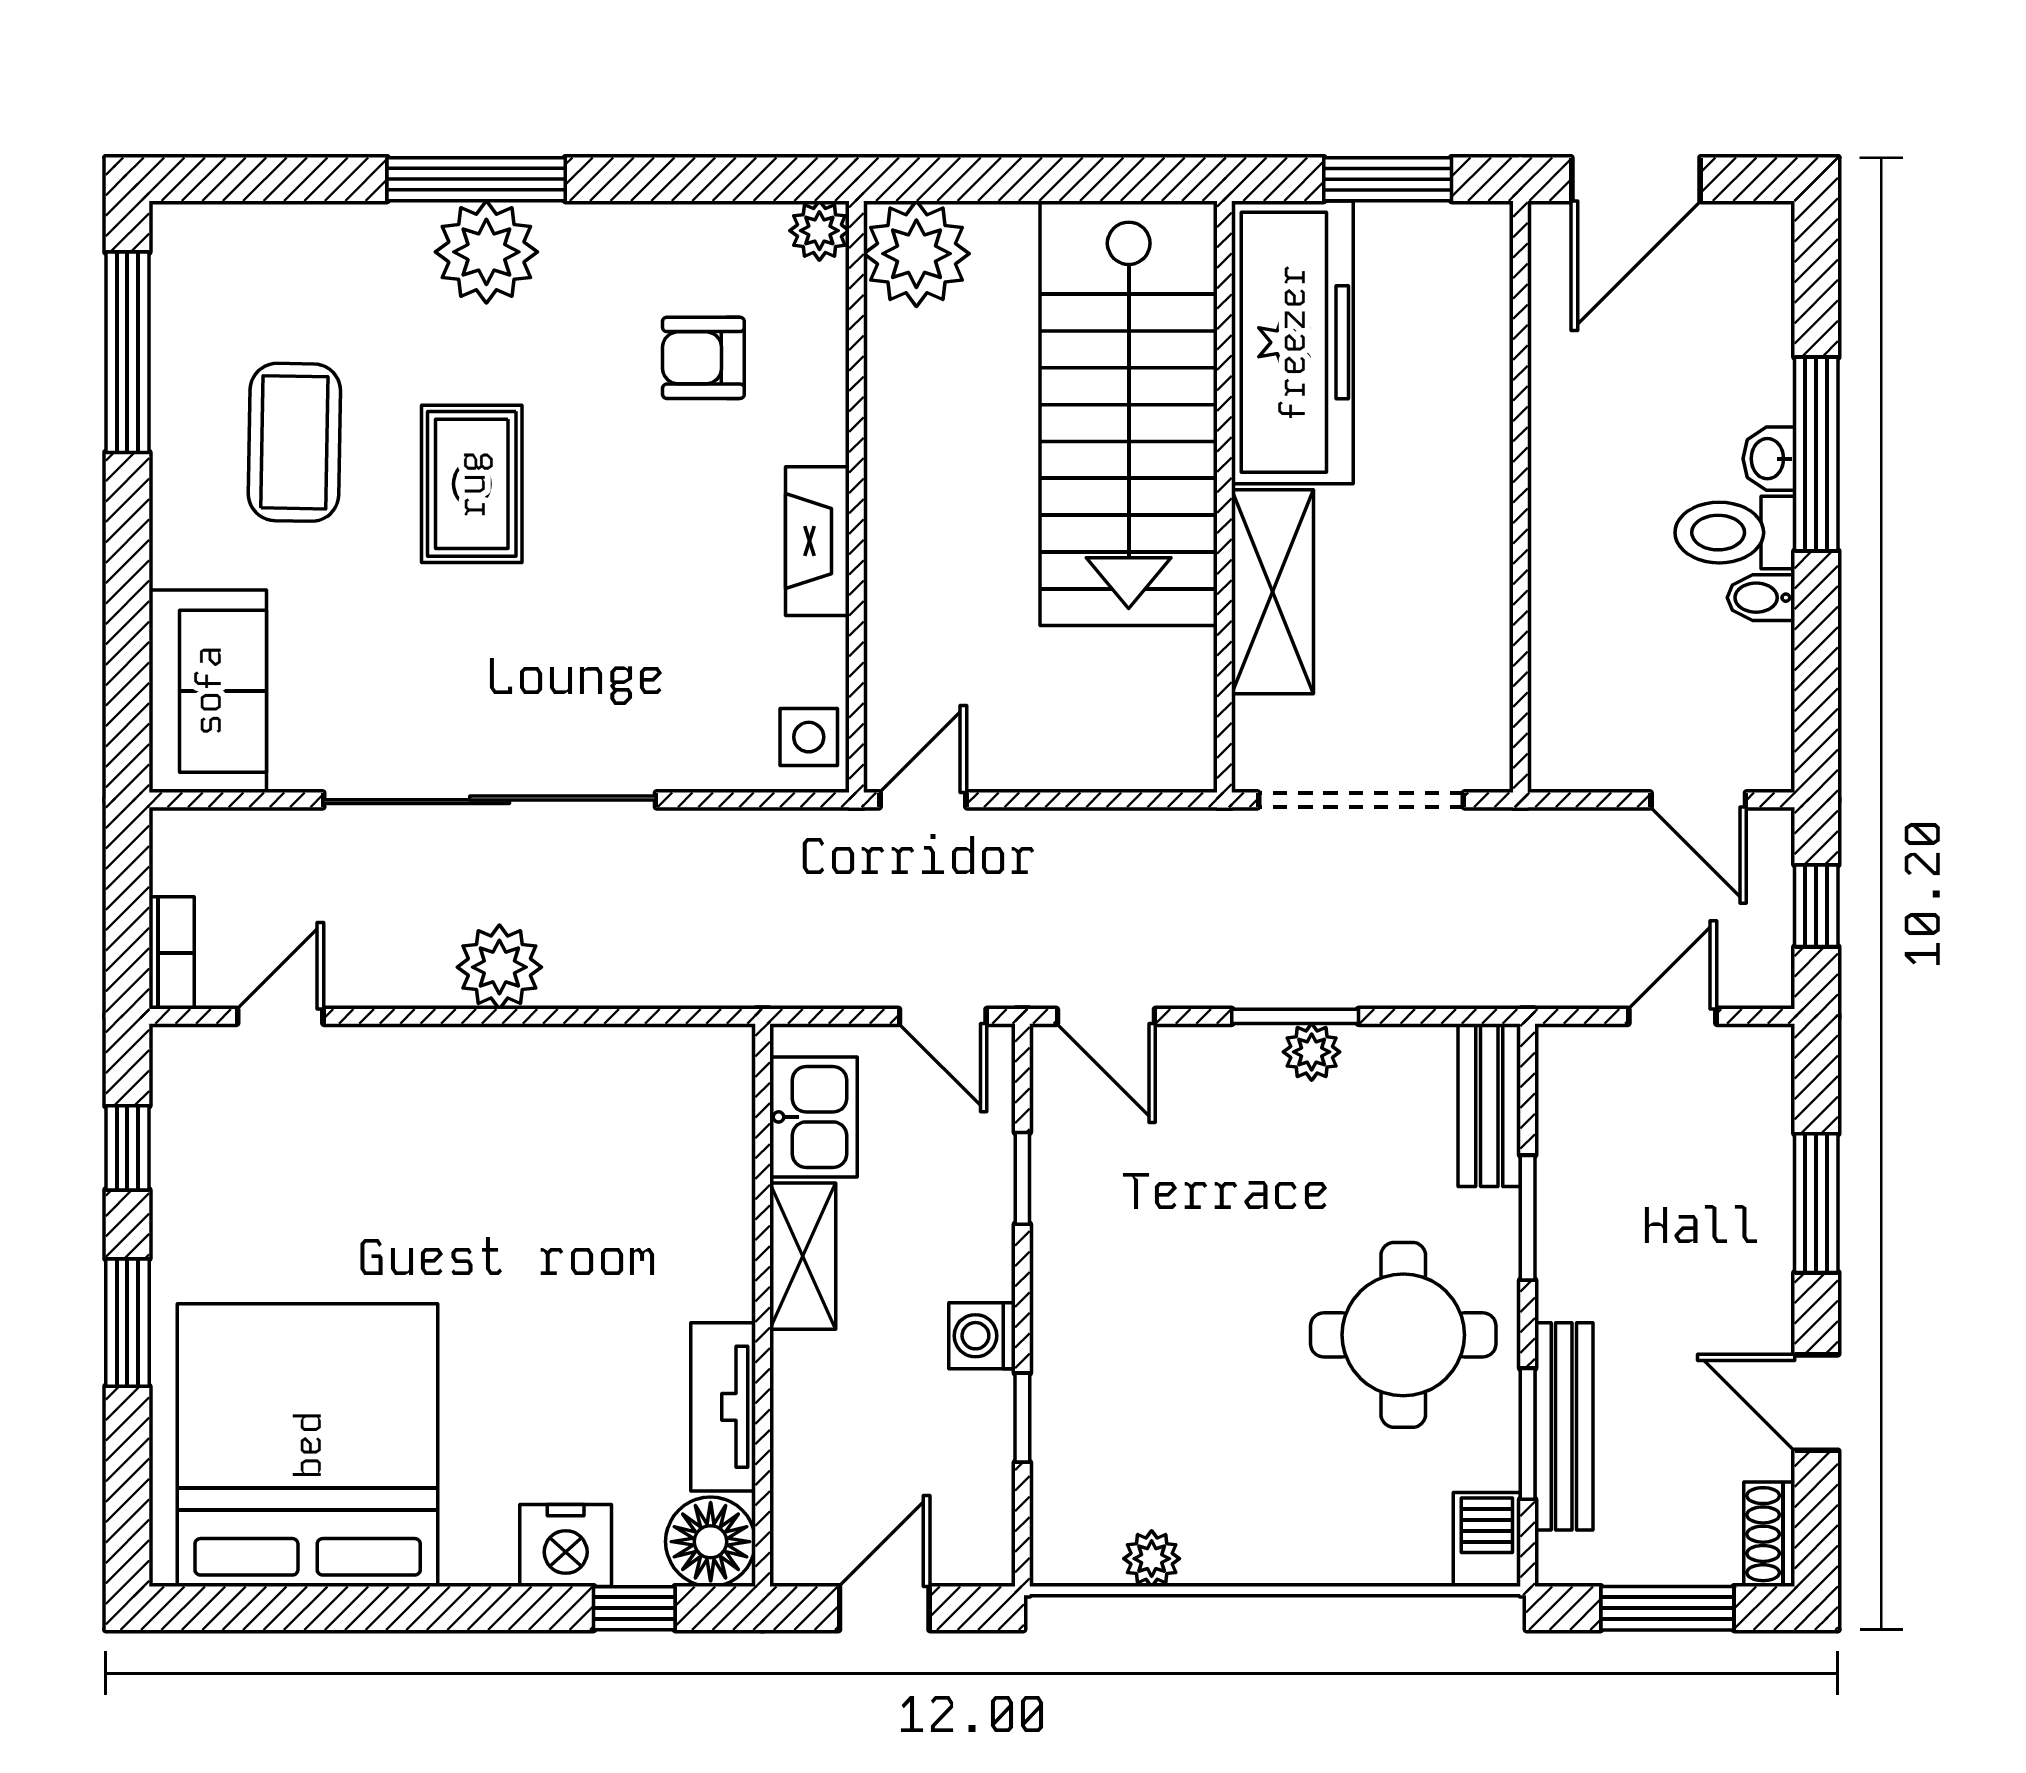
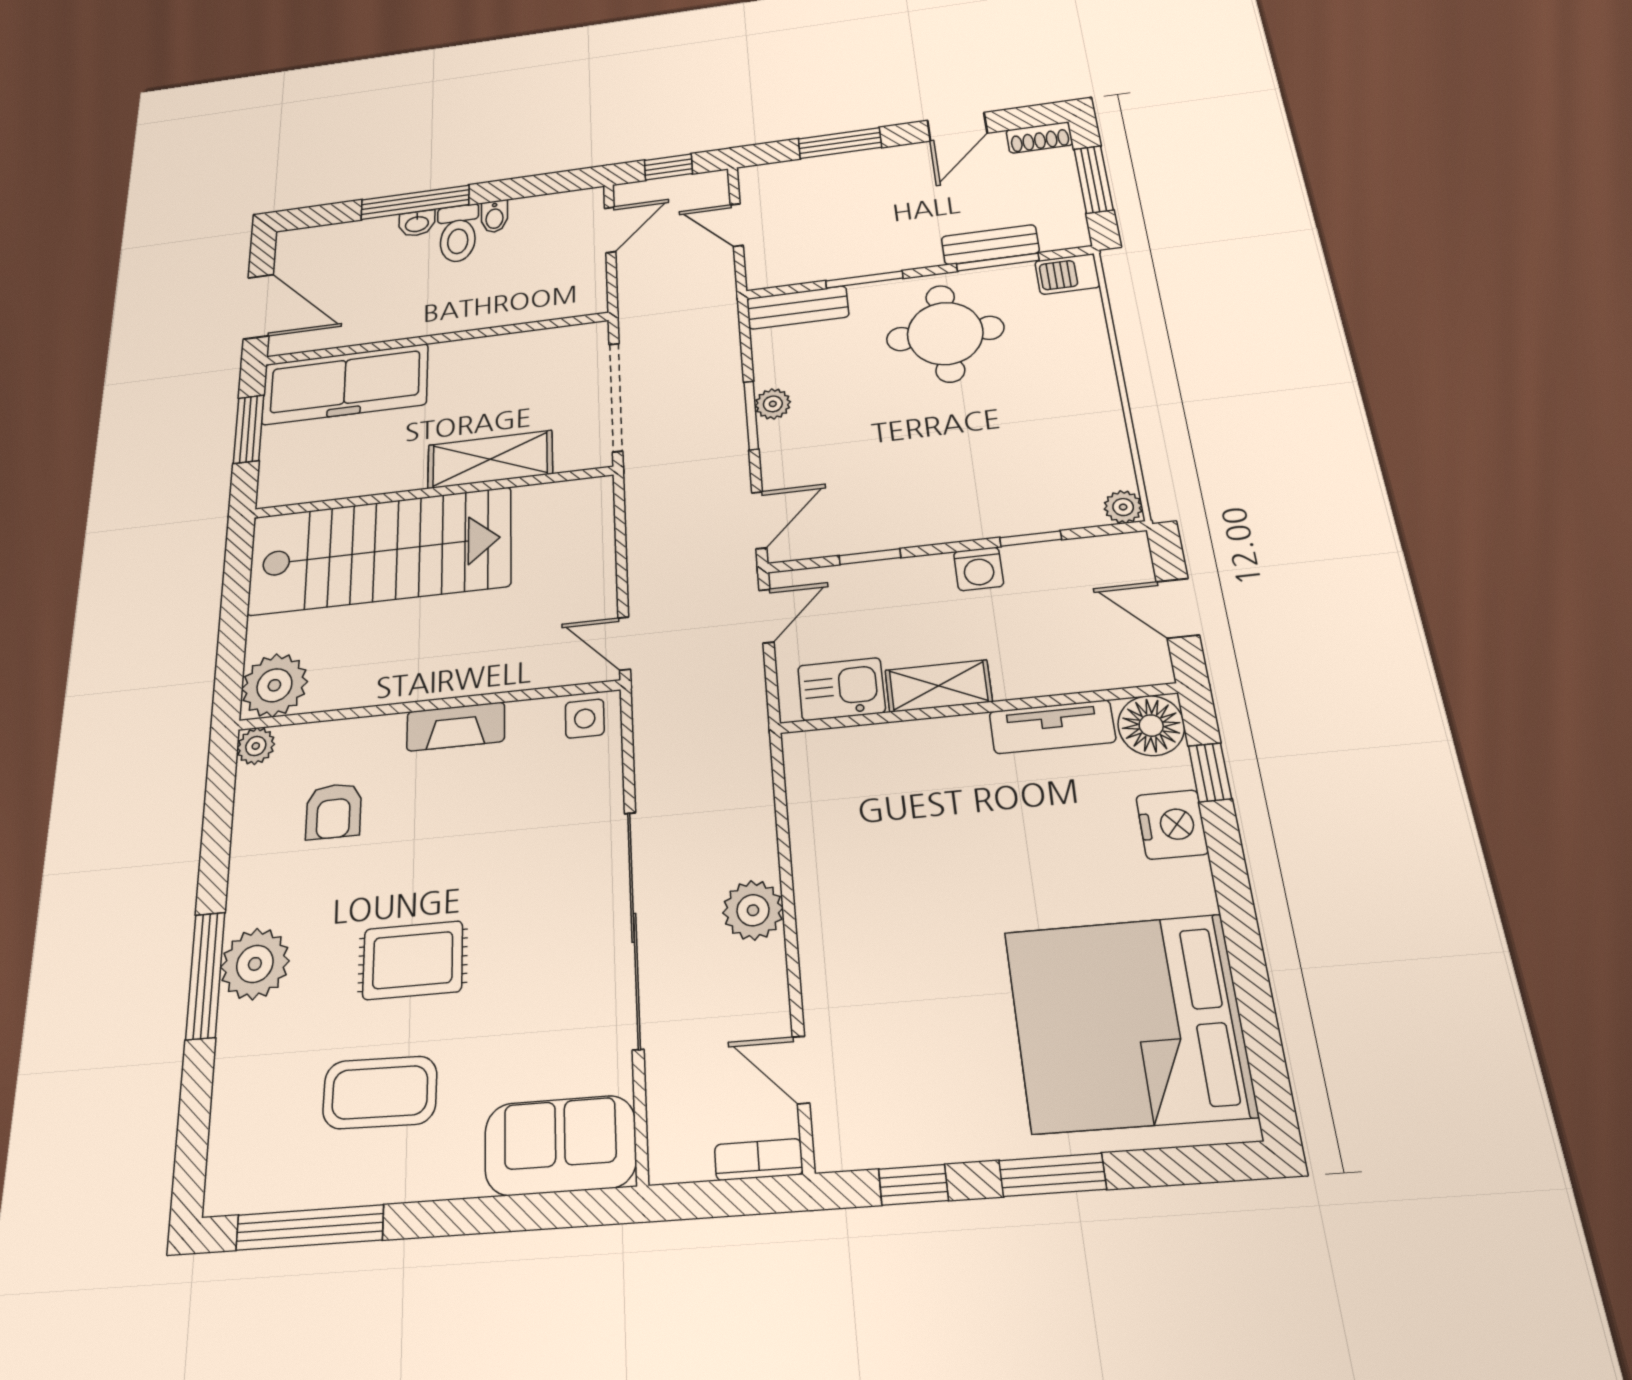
freezer: (1292, 342) -> (345, 384), moved, turned 180
bench: (1564, 1426) -> (990, 245), width x0.73
plant: (1152, 1559) -> (1123, 507), moved

